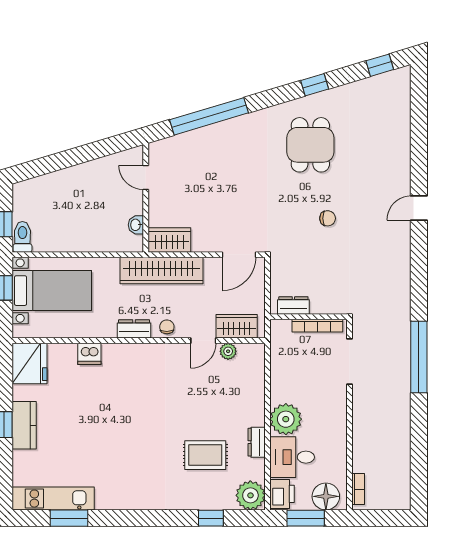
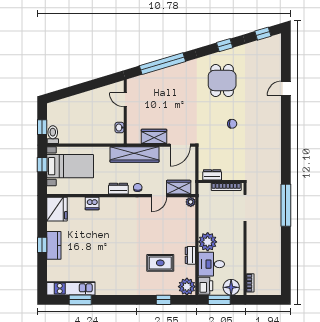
door: (419, 208) -> (286, 88), moved
wardrobe: (169, 240) -> (154, 136), moved
plant: (228, 351) -> (191, 202), moved

